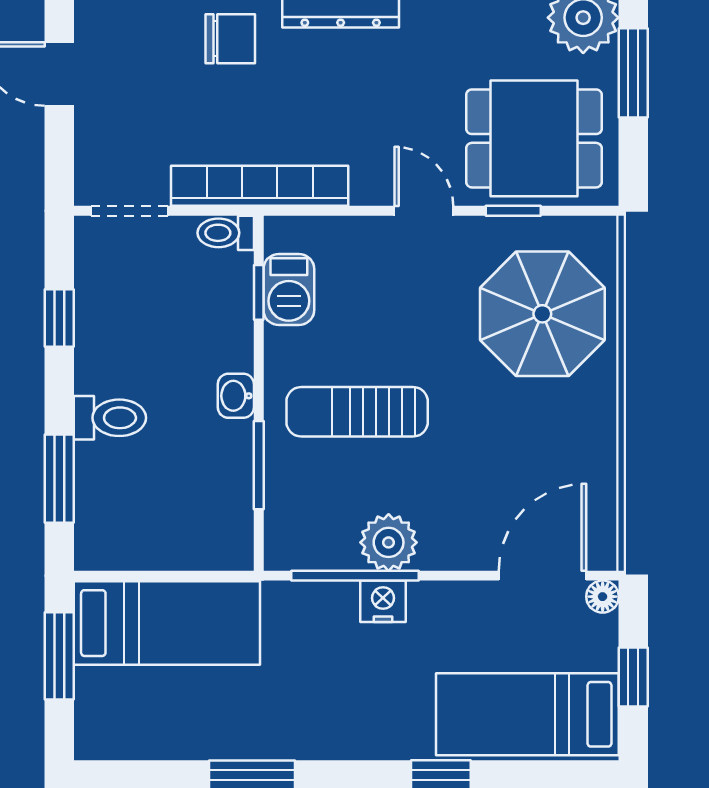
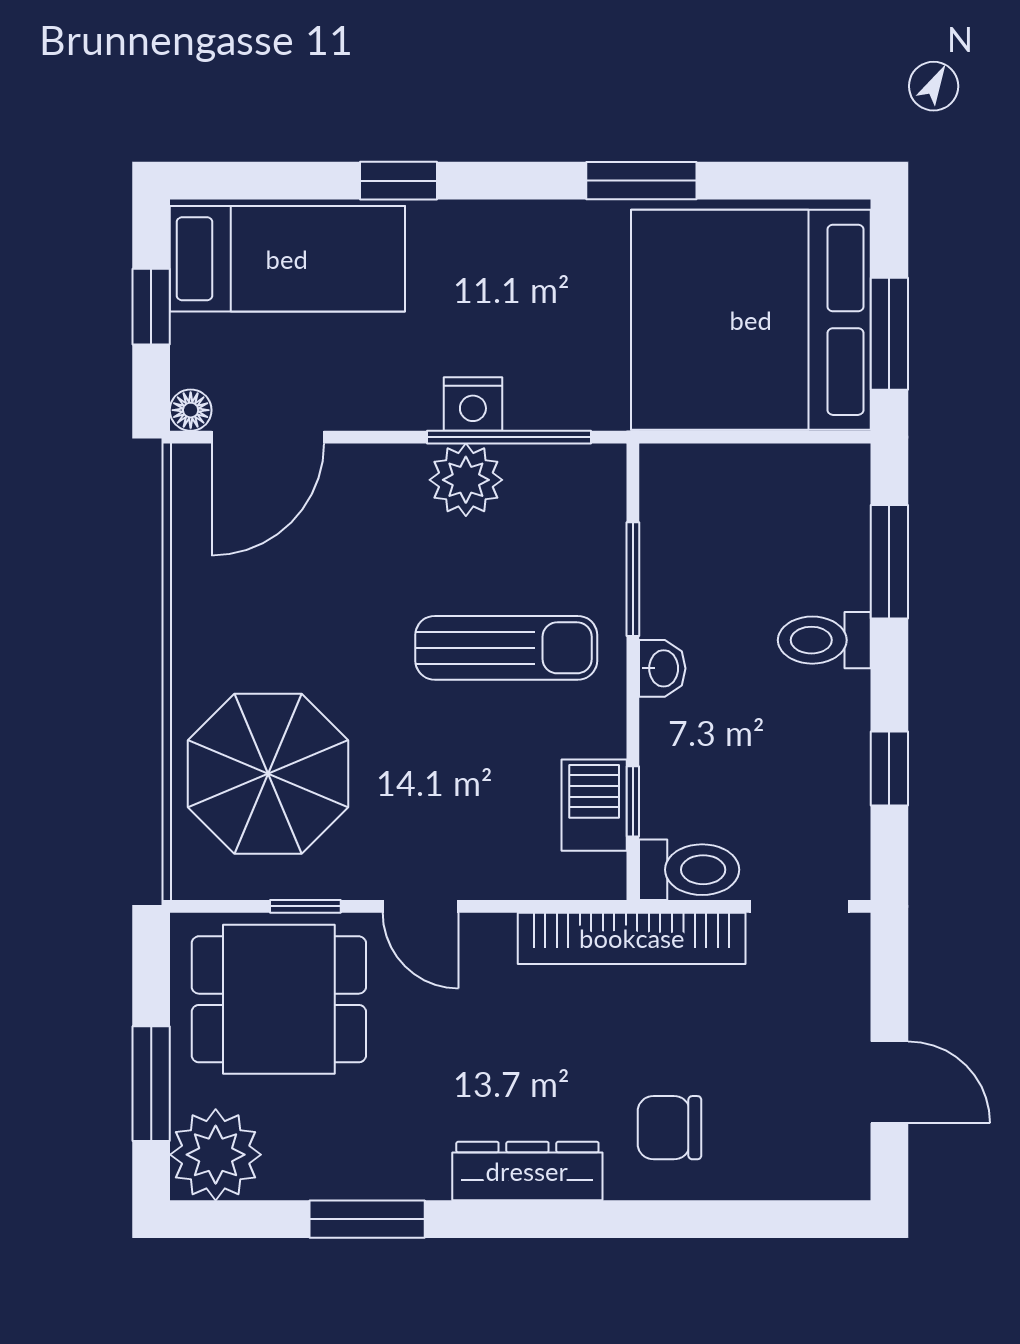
toilet: (226, 233) -> (689, 870), width x1.37, depth x1.39
bed: (167, 623) -> (751, 320), width x2.04

